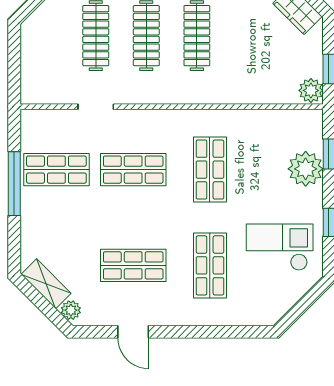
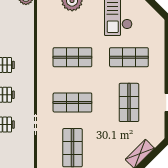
shop shelf: (133, 170) -> (72, 102), turned 90
plant: (71, 310) -> (155, 139), removed

